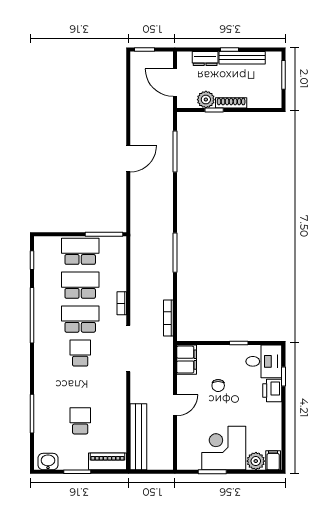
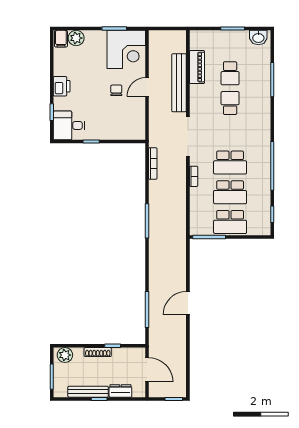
plant: (206, 100) -> (65, 355), moved
school desk: (80, 353) -> (230, 103), moved, turned 180
filing cabinet: (187, 360) -> (137, 127), removed
chair: (218, 385) -> (116, 90), moved
printer: (272, 390) -> (62, 86), moved
bench: (138, 437) -> (179, 83), moved
corner desk: (224, 448) -> (126, 49), moved
piano: (107, 461) -> (197, 67), moved, turned -90

